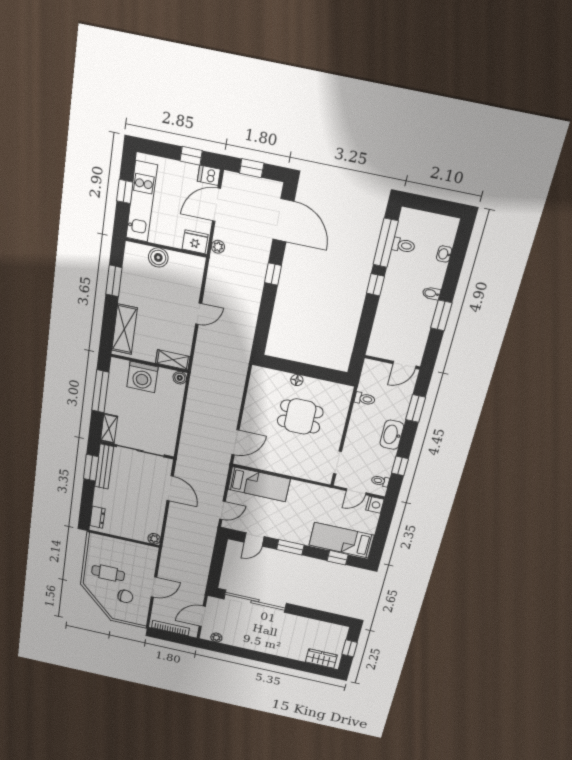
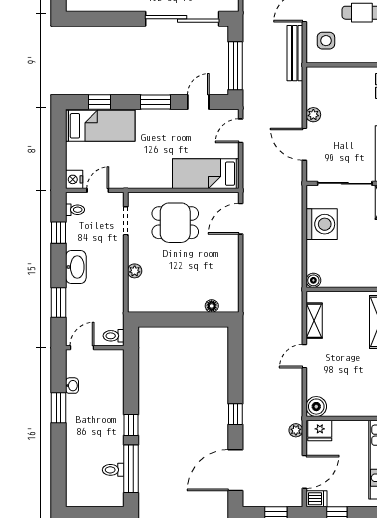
door: (283, 220) -> (235, 470), hinge flipped
washbasin: (444, 254) -> (72, 386), moved
boiler: (158, 257) -> (316, 407), moved
bidet: (431, 293) -> (74, 428), removed
shelving: (173, 360) -> (314, 321), moved, turned 90
washing machine: (142, 377) -> (322, 224), moved, turned 90
floor lamp: (297, 380) -> (212, 306), moved
toilet: (365, 399) -> (114, 336), moved
dining table: (300, 417) -> (175, 223), moved
plant: (339, 420) -> (135, 271), added
plant: (154, 539) -> (313, 115), moved
bench: (167, 557) -> (295, 53), added
window: (218, 559) -> (235, 66), added
side table: (140, 560) -> (326, 41), added

